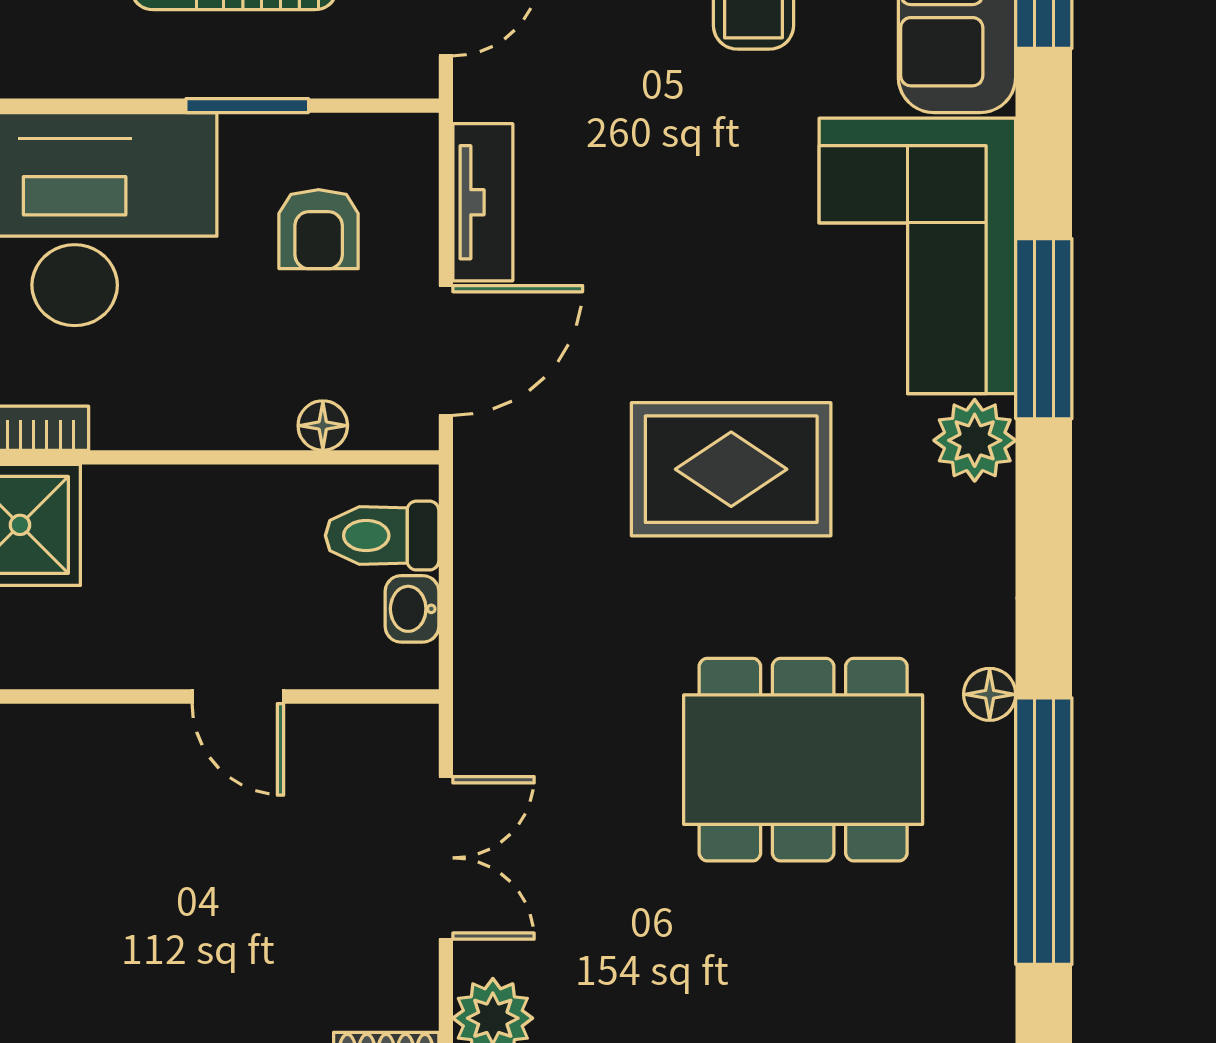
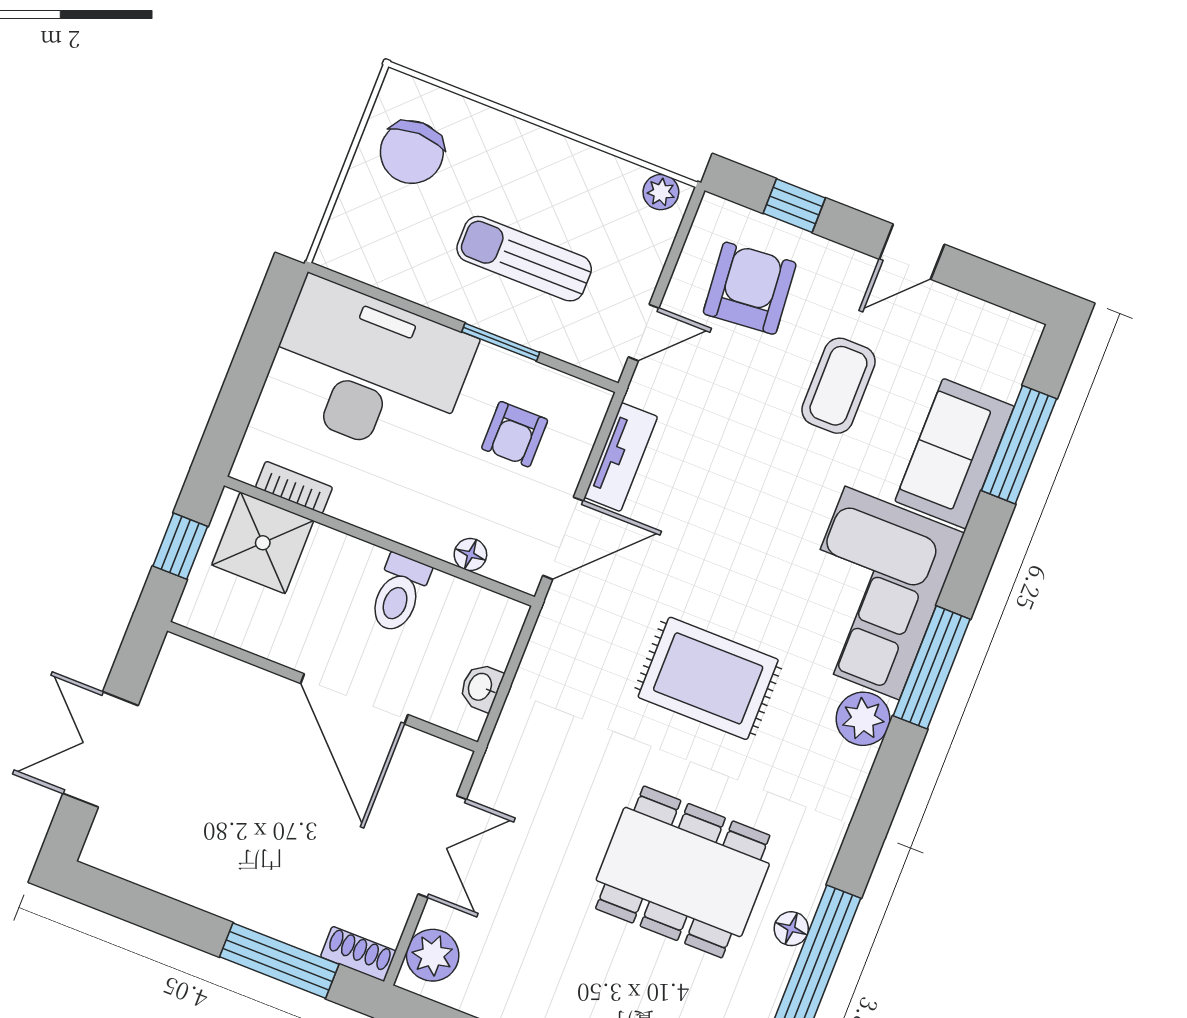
toilet: (382, 536) -> (399, 593), moved, turned -90
floor lamp: (990, 694) -> (791, 929), moved
door: (238, 696) -> (354, 699), width x1.87

